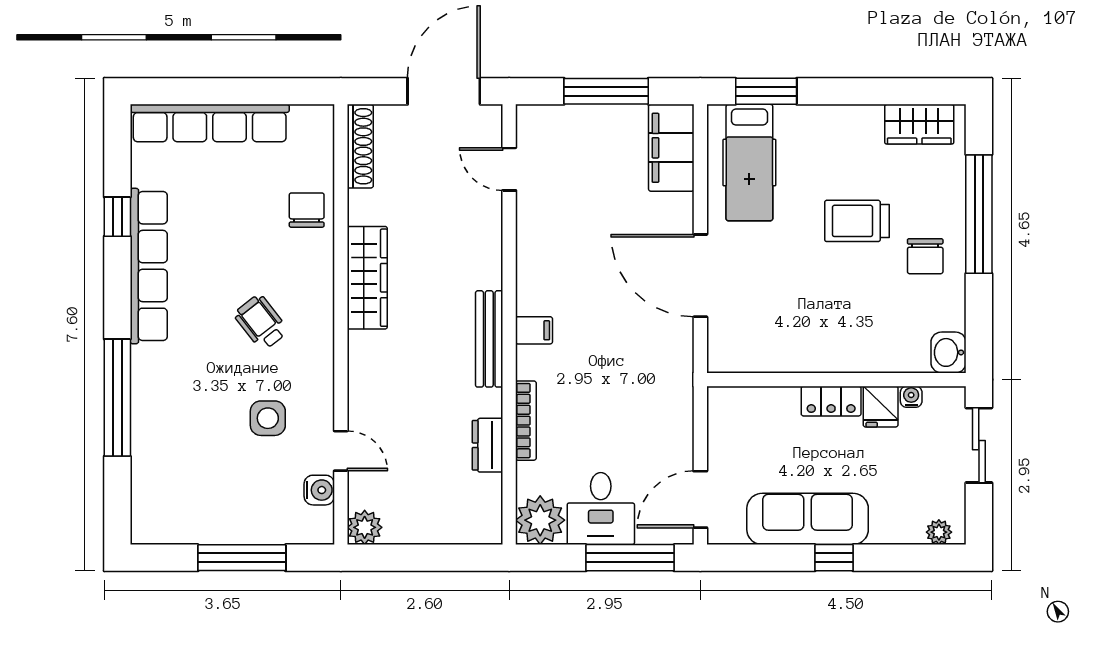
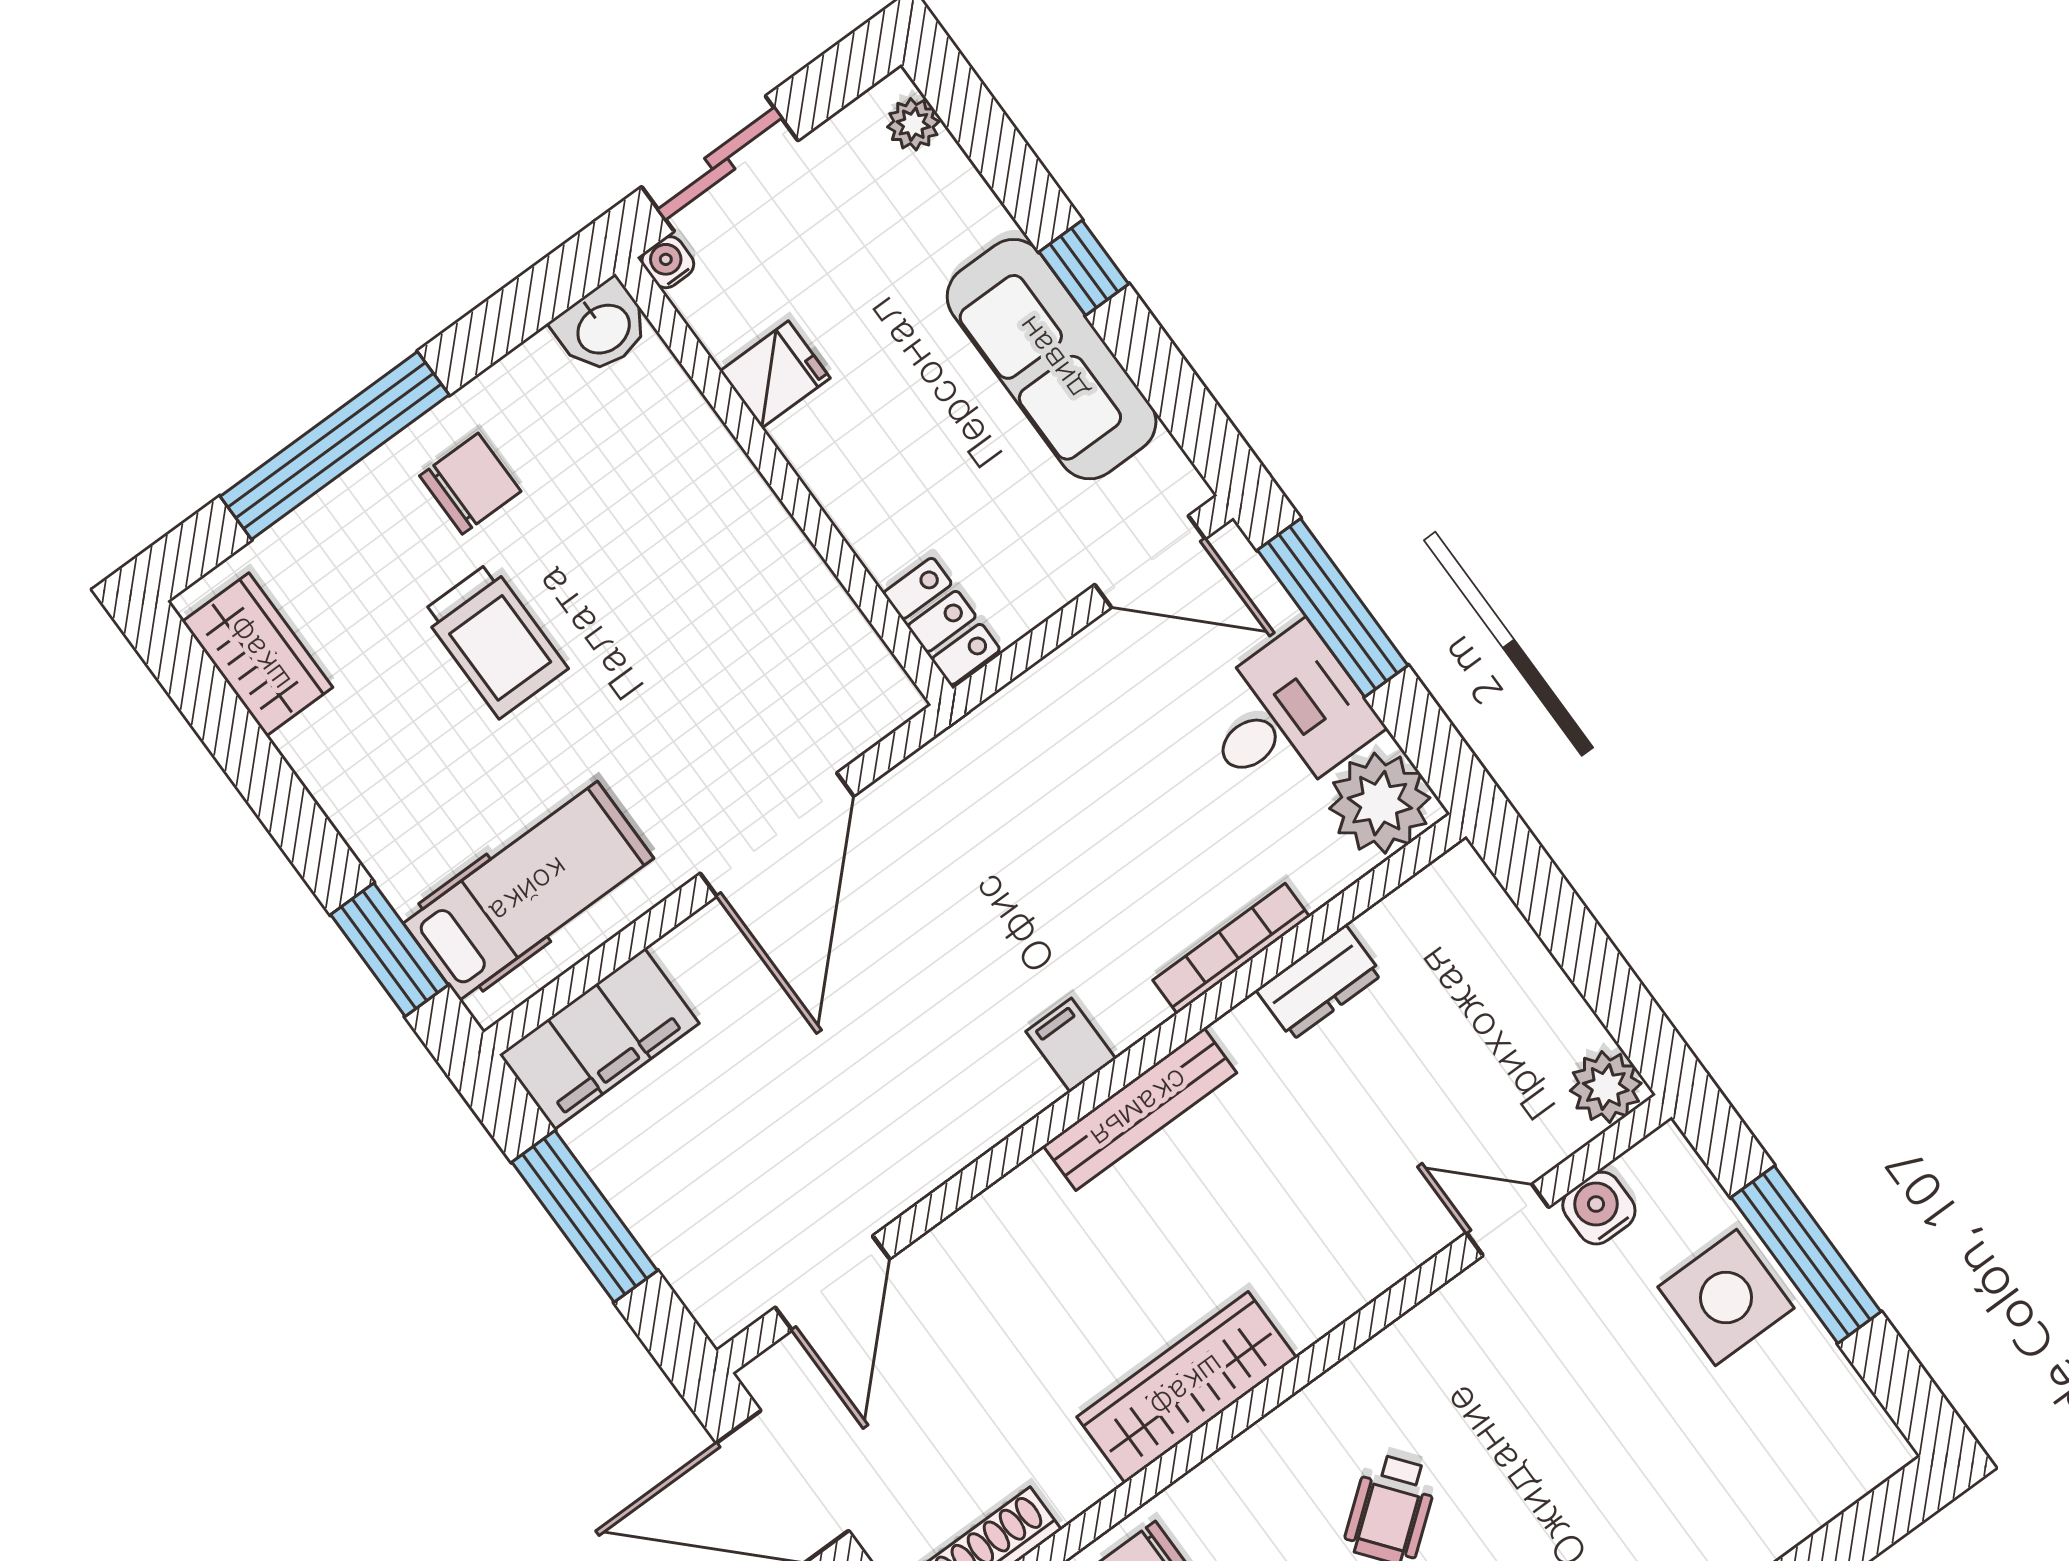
door: (509, 169) -> (832, 1283), width x1.38
water cooler: (911, 397) -> (668, 262), moved, turned 90
locker: (831, 401) -> (942, 621), moved
side table: (268, 418) -> (1726, 1298), moved, width x1.37, depth x1.37
door: (341, 451) -> (1507, 1220), hinge flipped

